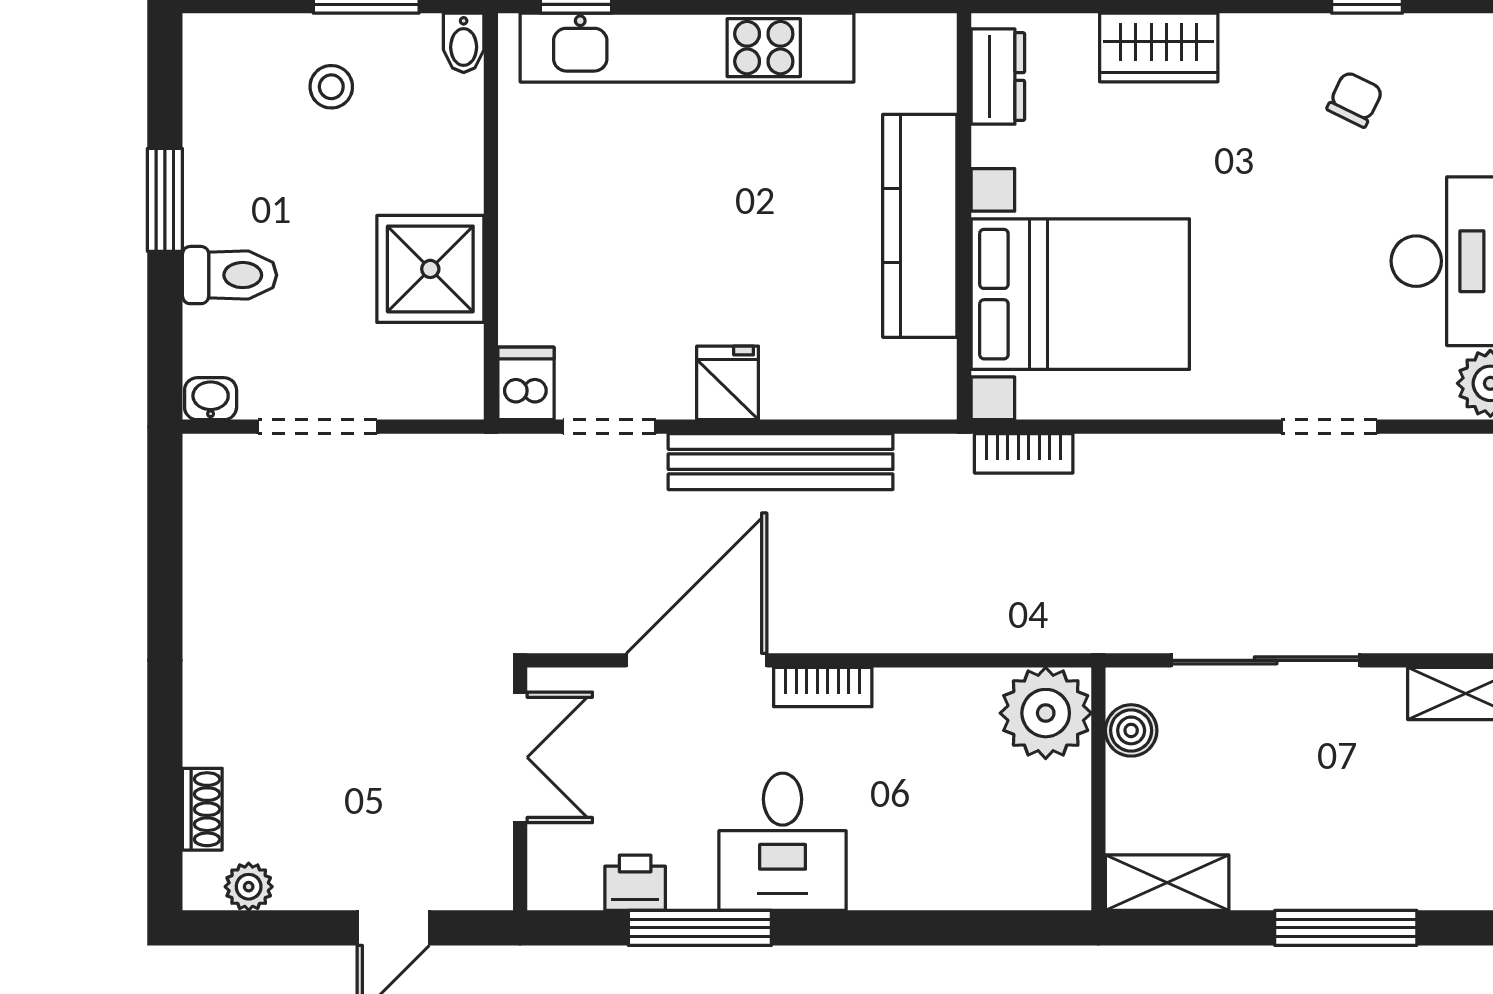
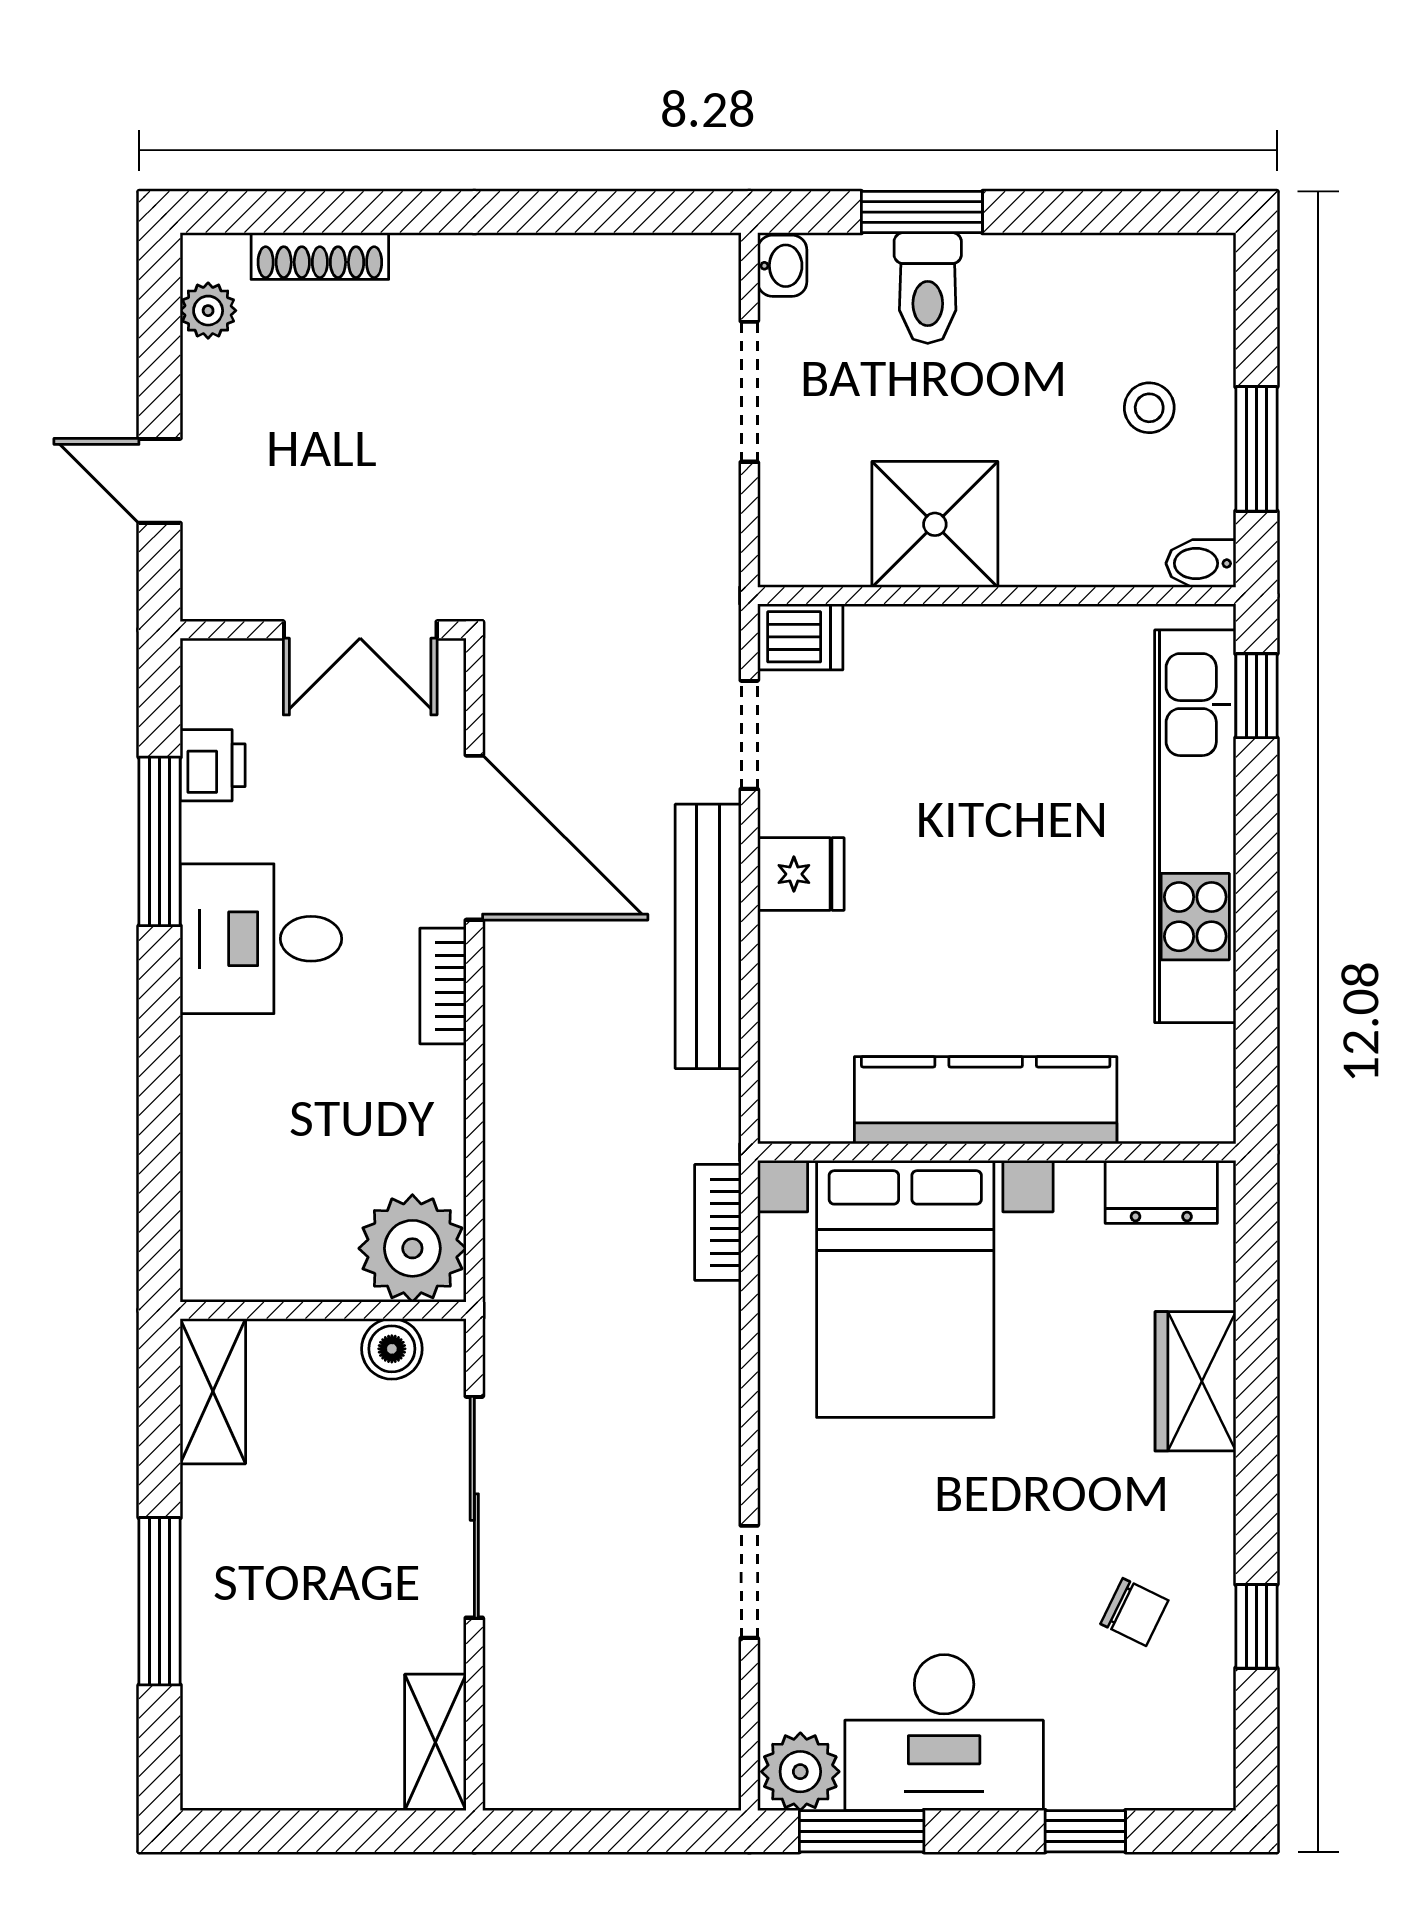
window: (165, 200) -> (922, 212), moved
shoe rack: (202, 809) -> (320, 256), width x1.43

